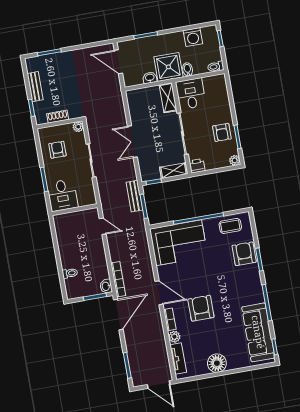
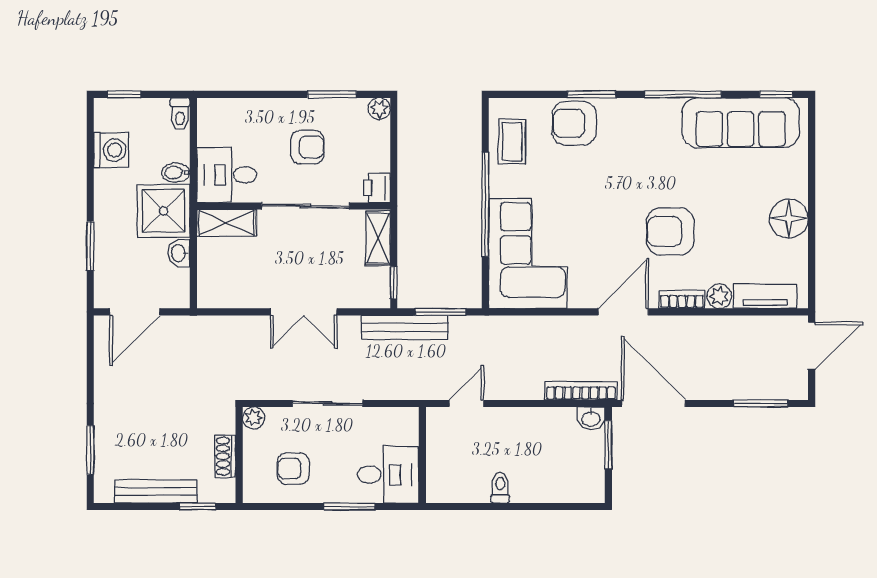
bench: (35, 87) -> (156, 492), width x1.36
armchair: (222, 132) -> (307, 147), moved
bench: (134, 196) -> (405, 327), width x1.36
toilet: (70, 273) -> (500, 488), moved

